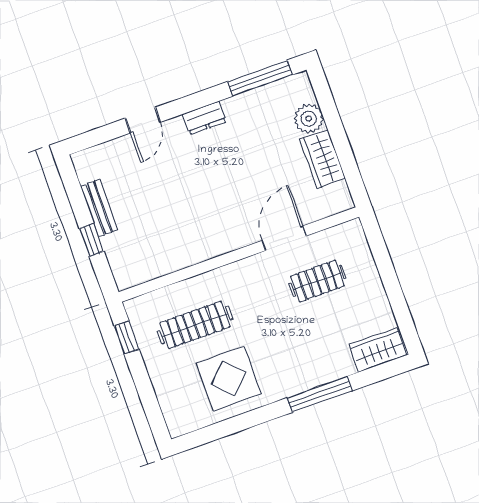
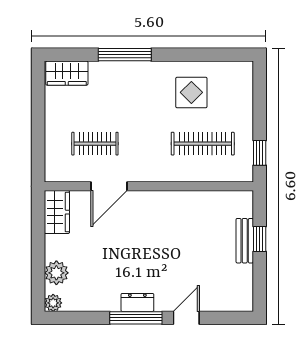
window: (260, 78) -> (136, 318), moved
plant: (300, 83) -> (53, 303), added
wardrobe: (322, 159) -> (57, 212), moved
bench: (99, 208) -> (245, 241), moved
display table: (229, 378) -> (191, 92), width x0.73, depth x0.73

